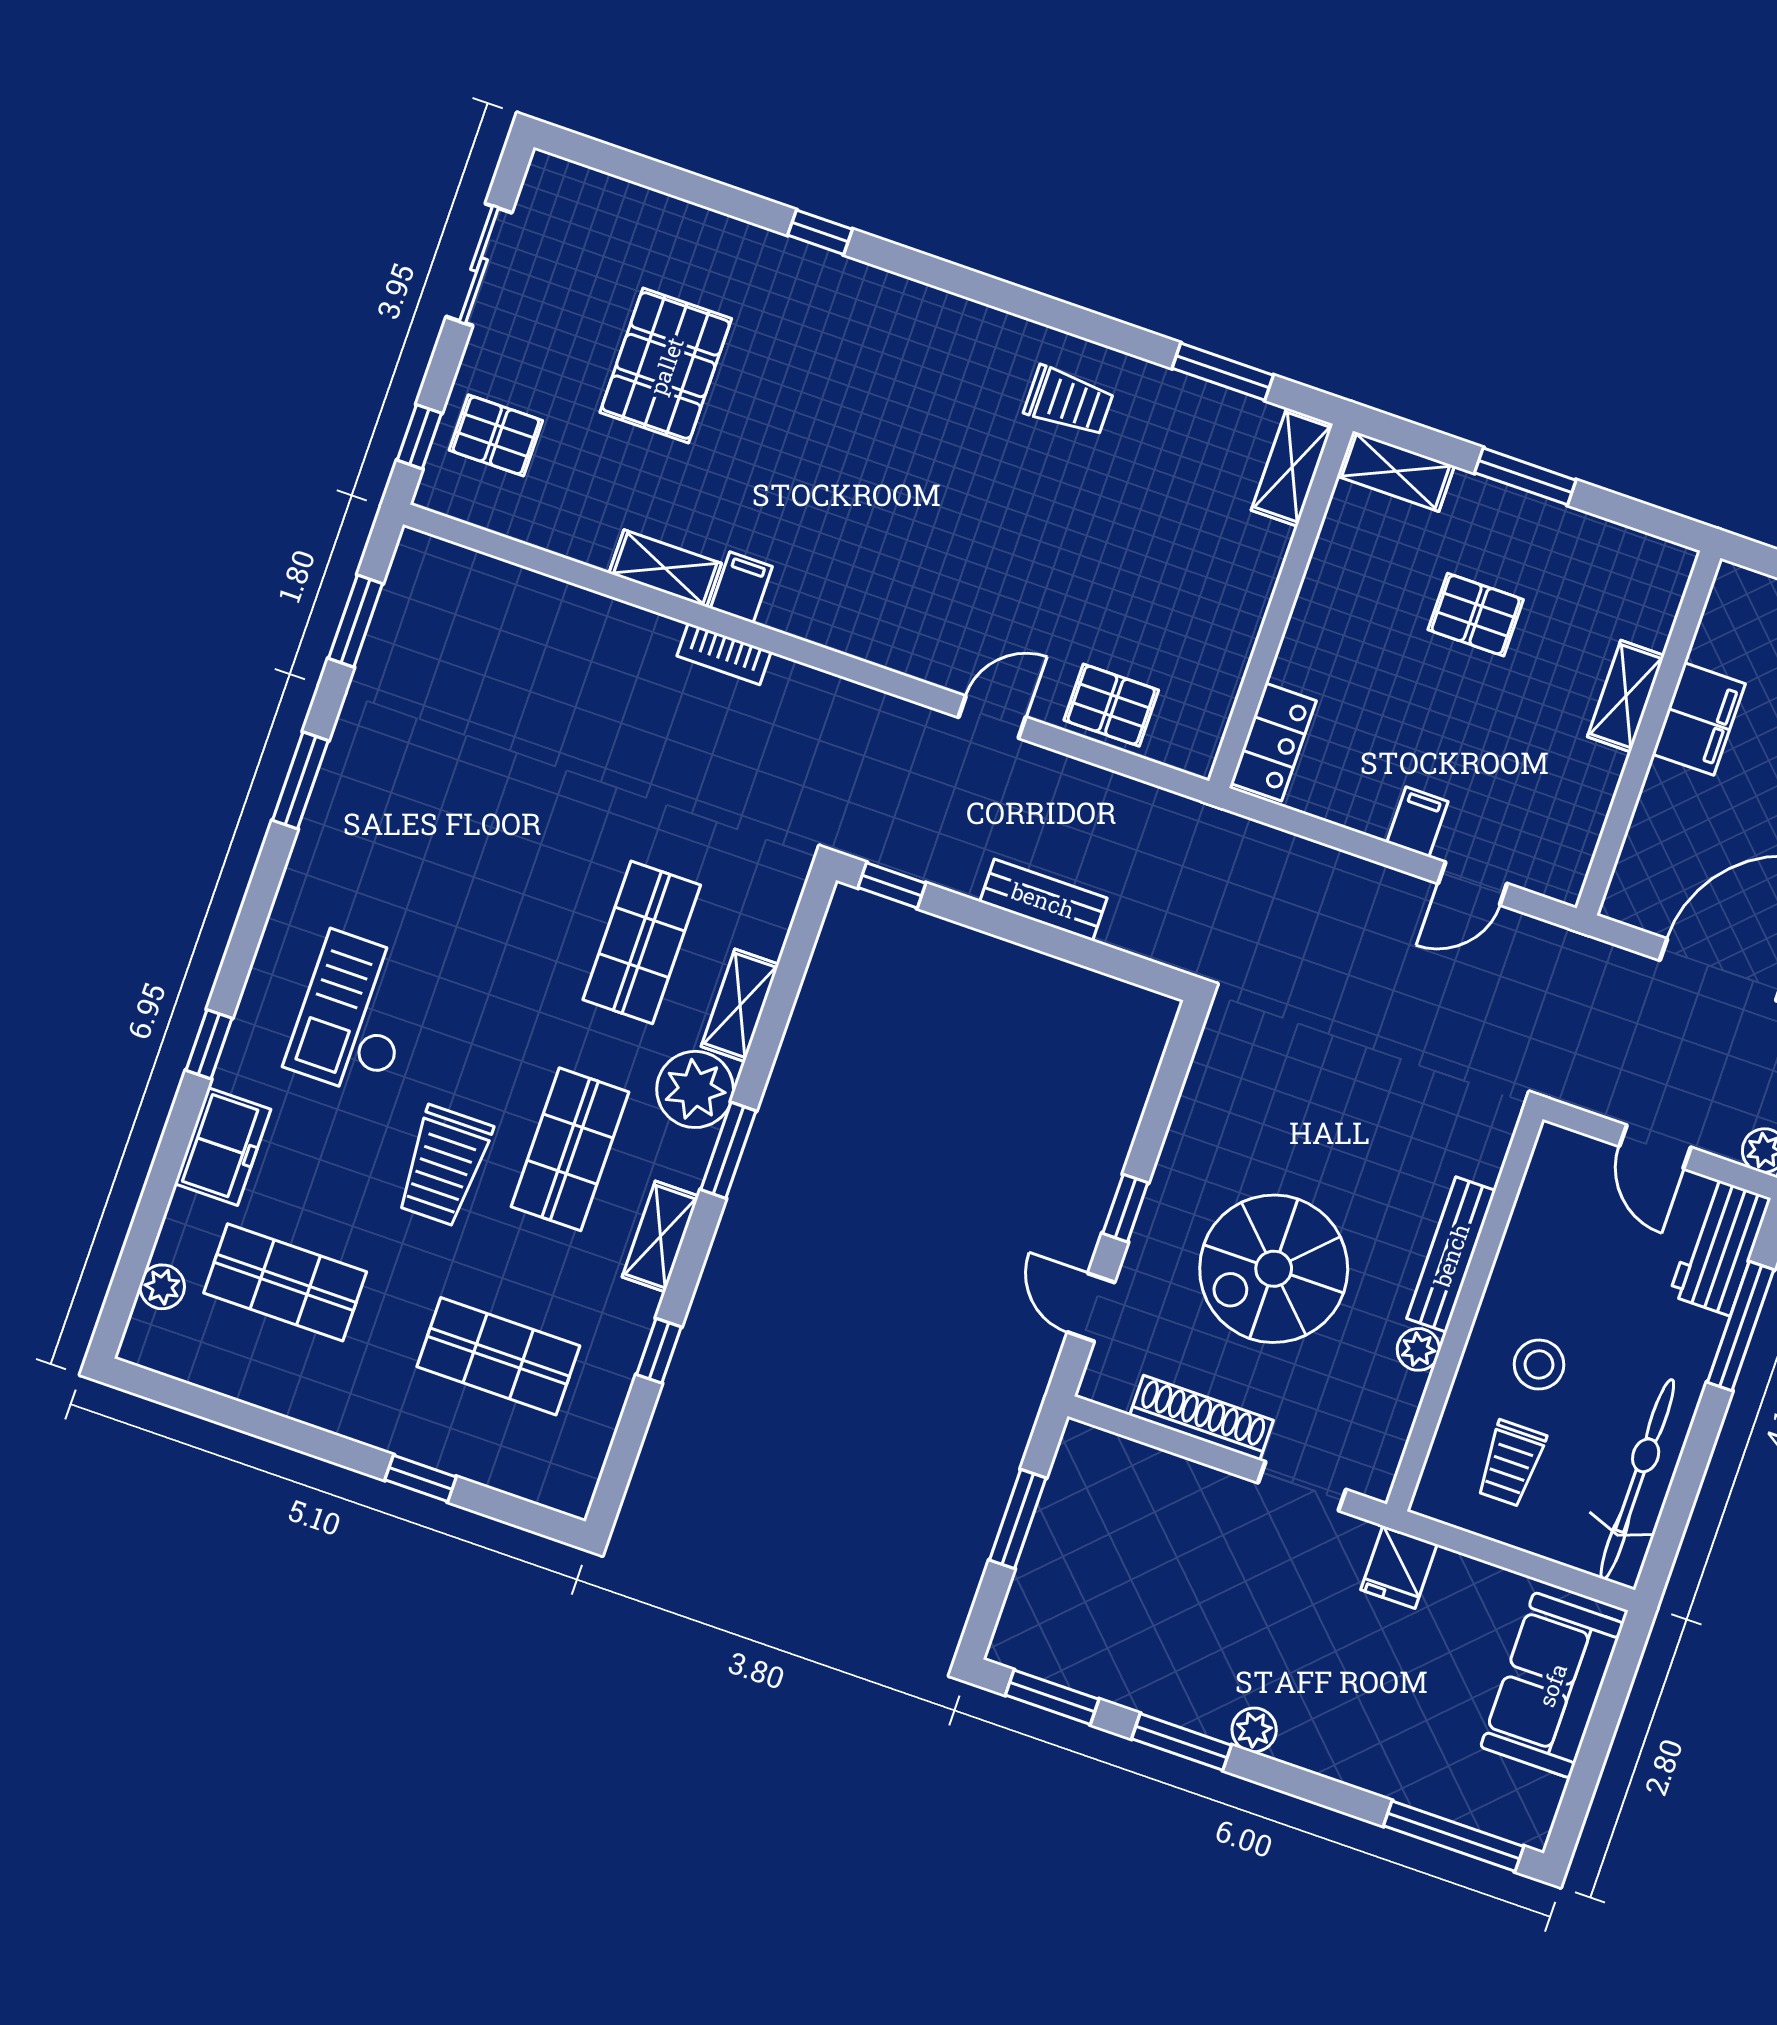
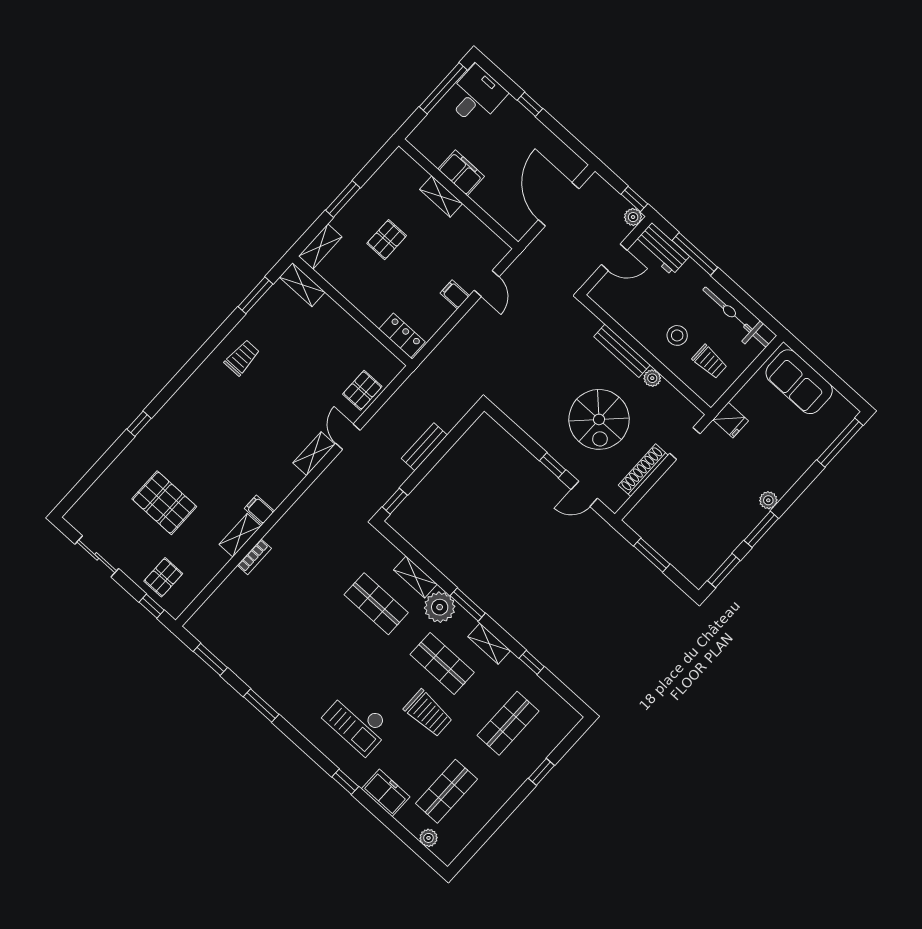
bookcase: (724, 654) -> (254, 557), moved
shelving: (921, 657) -> (314, 454), added

